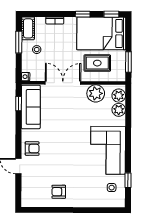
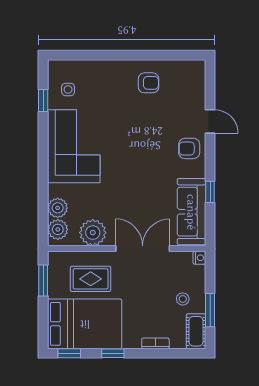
double door: (63, 83) -> (143, 249), swing flipped
window: (19, 104) -> (210, 192), moved

